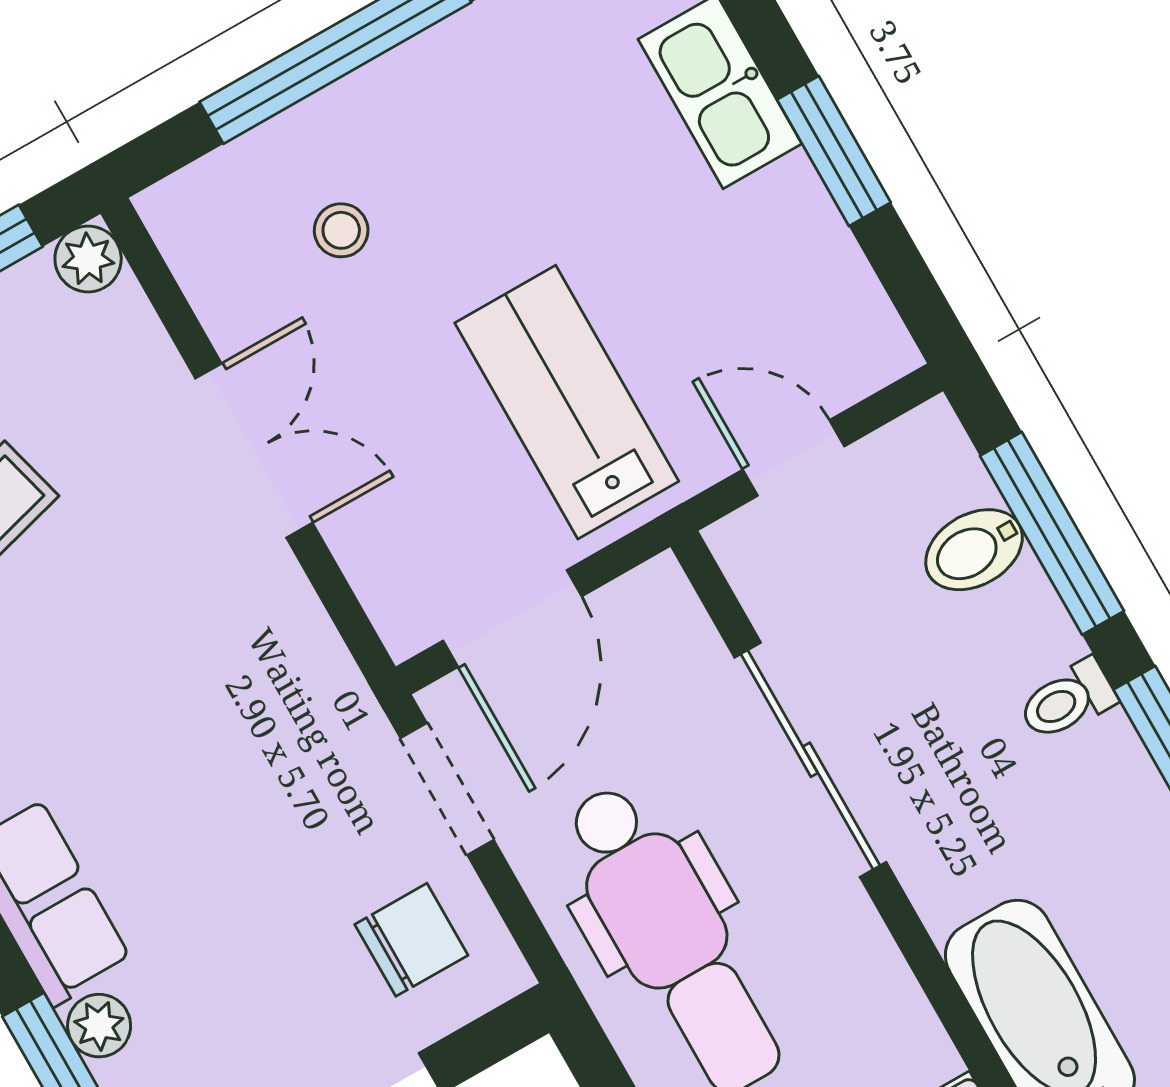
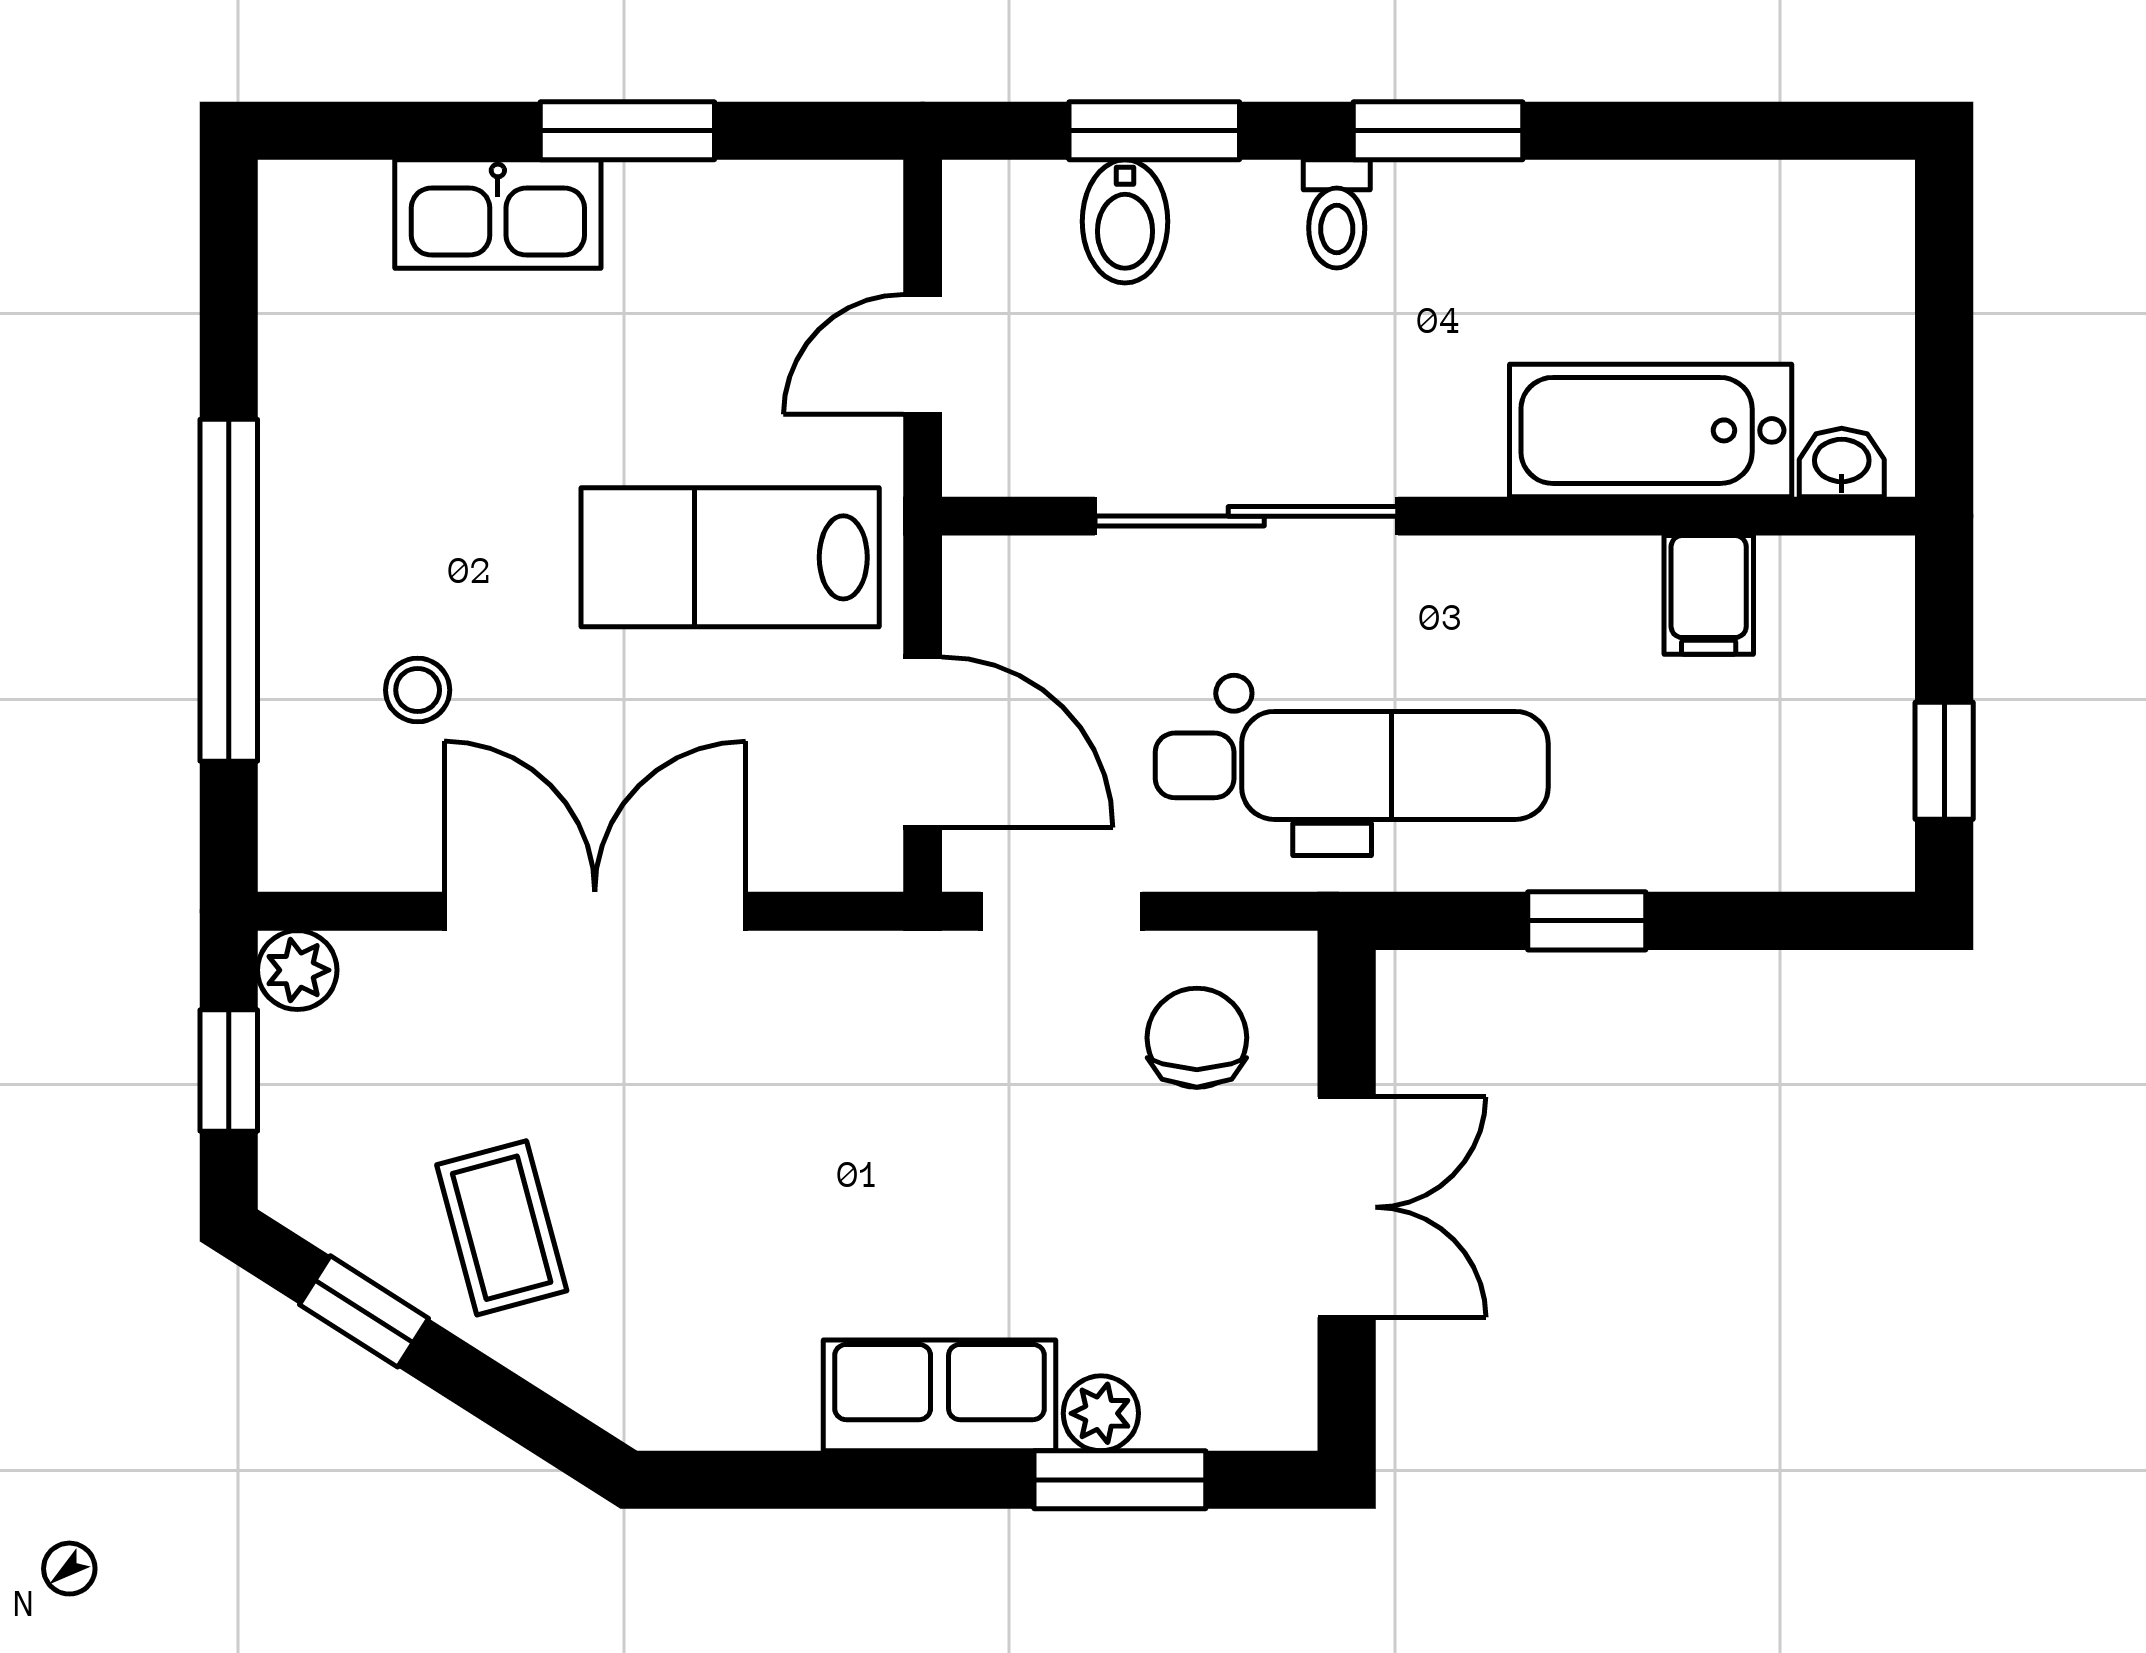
double door: (254, 451) -> (595, 911), width x1.37
window: (1052, 533) -> (1154, 131), width x0.69

